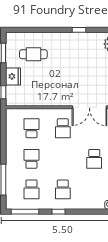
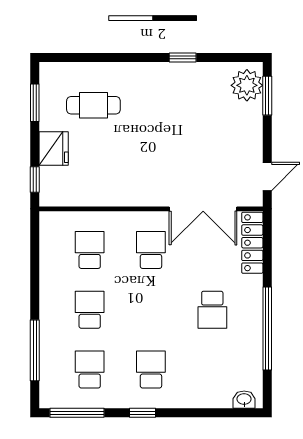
school desk: (63, 128) -> (151, 250), turned 180
school desk: (31, 189) -> (90, 369), turned 180
school desk: (63, 189) -> (151, 369), turned 180

